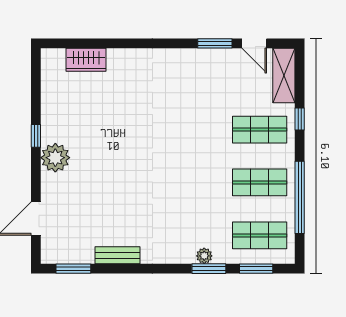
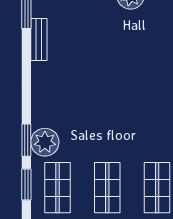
bench: (118, 255) -> (39, 39), moved
plant: (204, 256) -> (45, 142), width x1.87, depth x1.87

